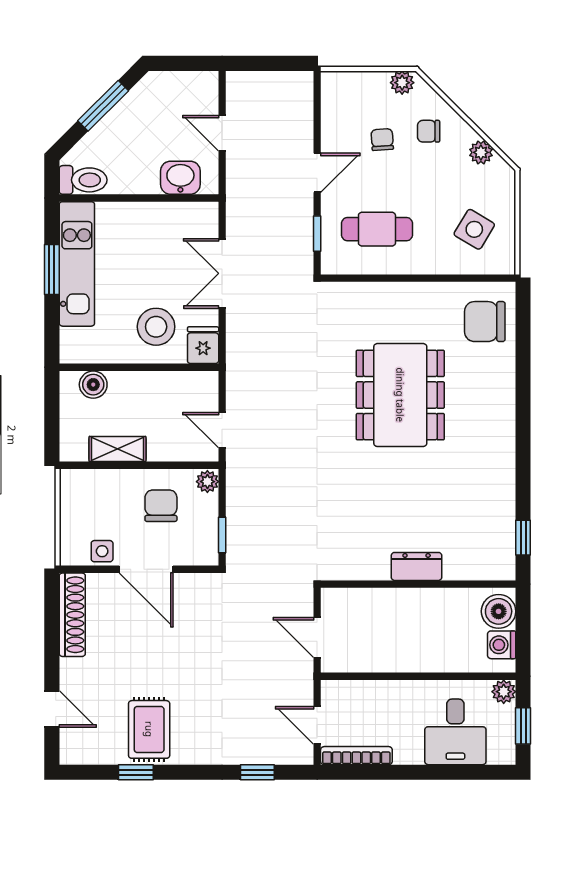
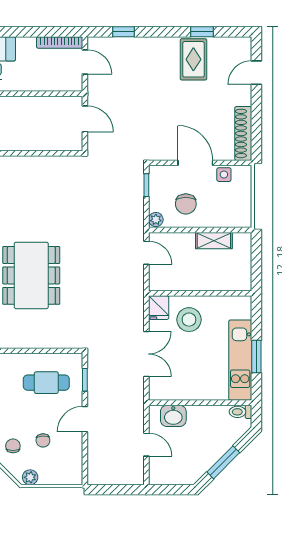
chair: (429, 131) -> (13, 446), turned -90
toilet: (83, 180) -> (240, 412), width x0.73, depth x0.72
boiler: (93, 385) -> (230, 282), removed
dresser: (417, 566) -> (21, 165), removed
door: (52, 709) -> (256, 73), hinge flipped

